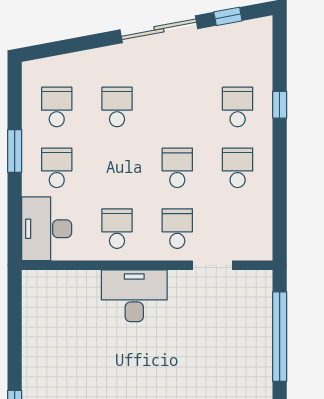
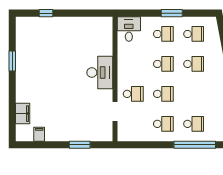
window: (280, 105) -> (195, 145), width x3.17
desk: (47, 229) -> (129, 29), width x0.73
school desk: (117, 229) -> (163, 64), moved
window: (280, 337) -> (80, 145), width x0.47

